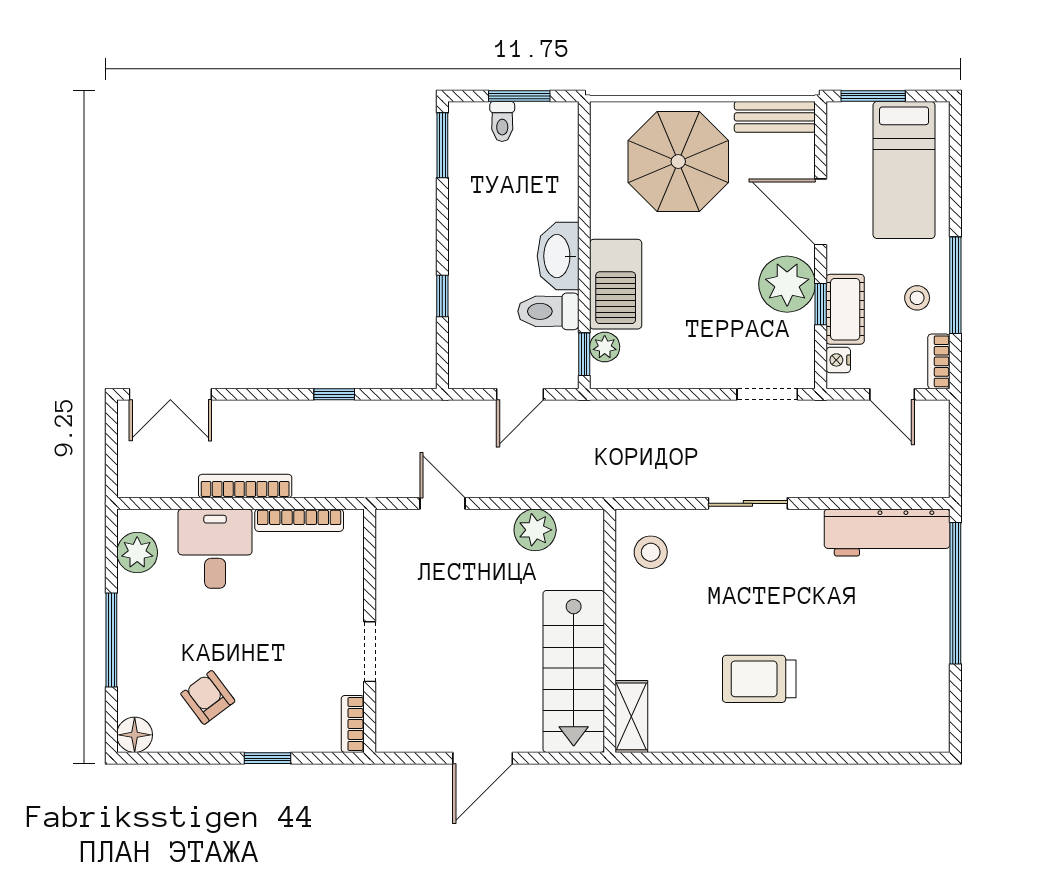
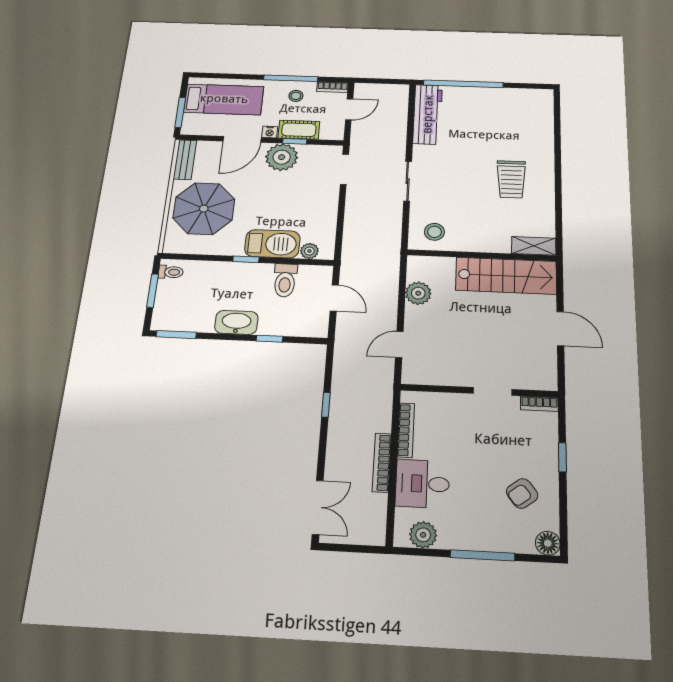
toilet: (502, 121) -> (171, 272), moved
washbasin: (558, 256) -> (236, 322), moved, turned 180
window: (584, 354) -> (246, 259), moved
nightstand: (838, 360) -> (270, 132), moved

